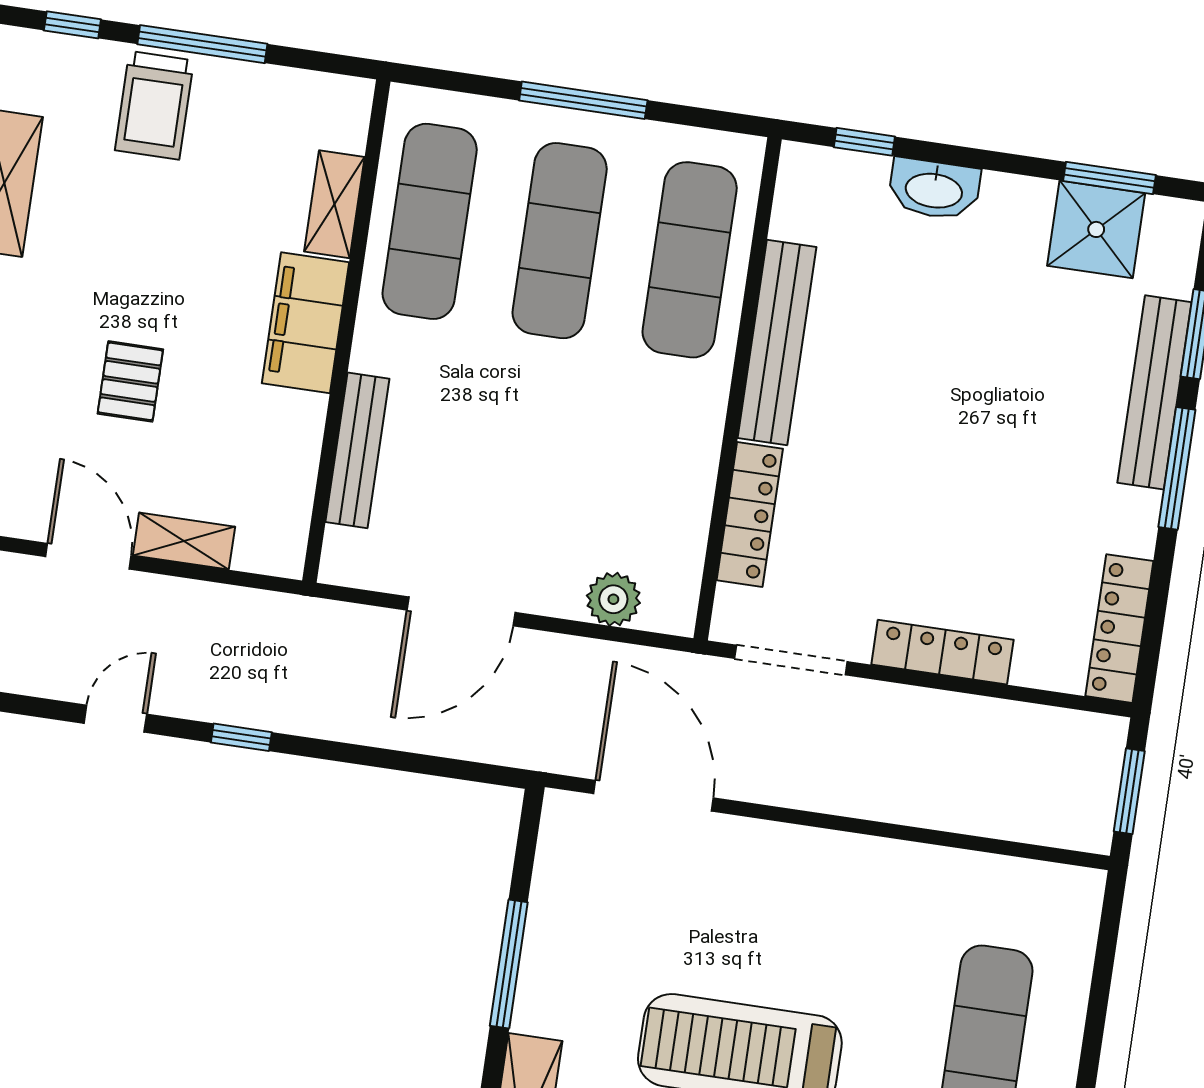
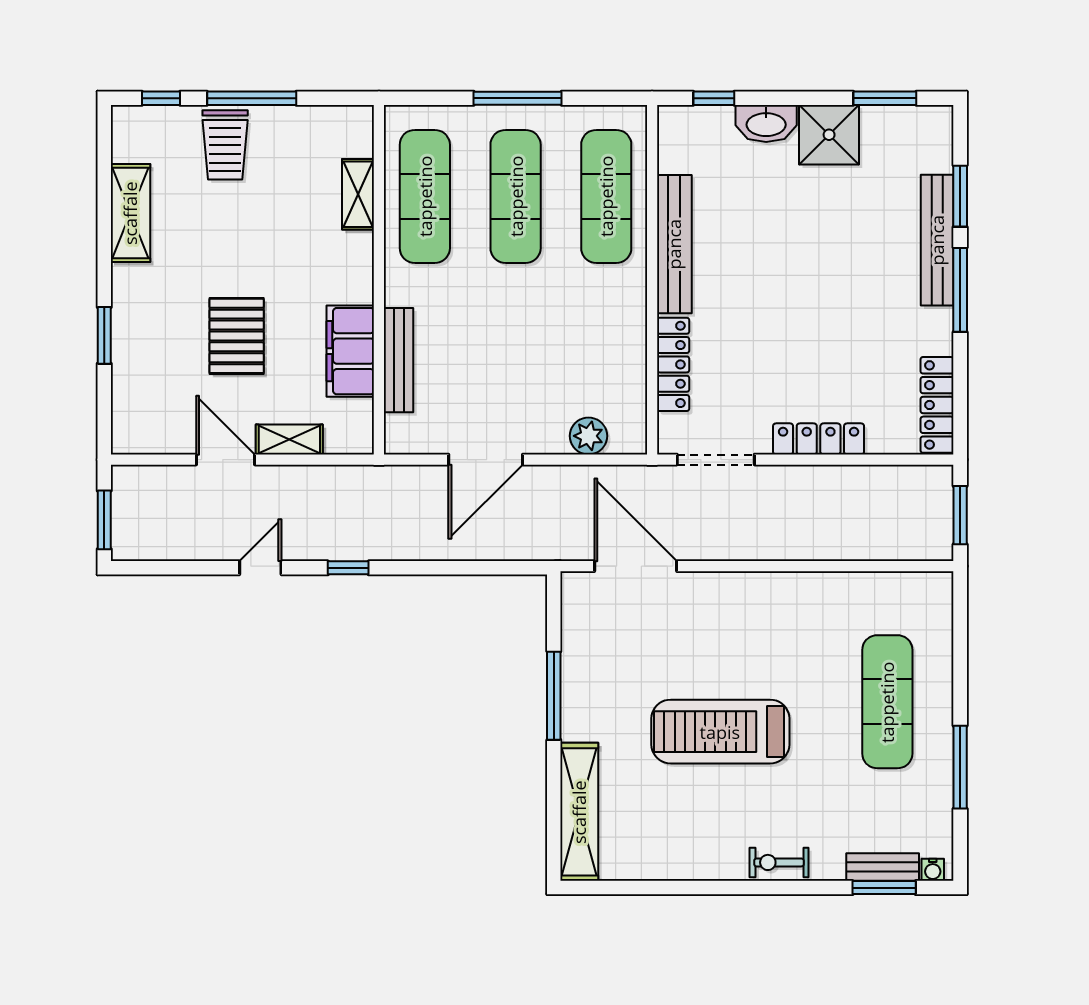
shower: (1096, 229) -> (829, 135), moved
filing cabinet: (305, 323) -> (350, 351), moved
pallet: (130, 381) -> (237, 336), width x1.50, depth x1.42

